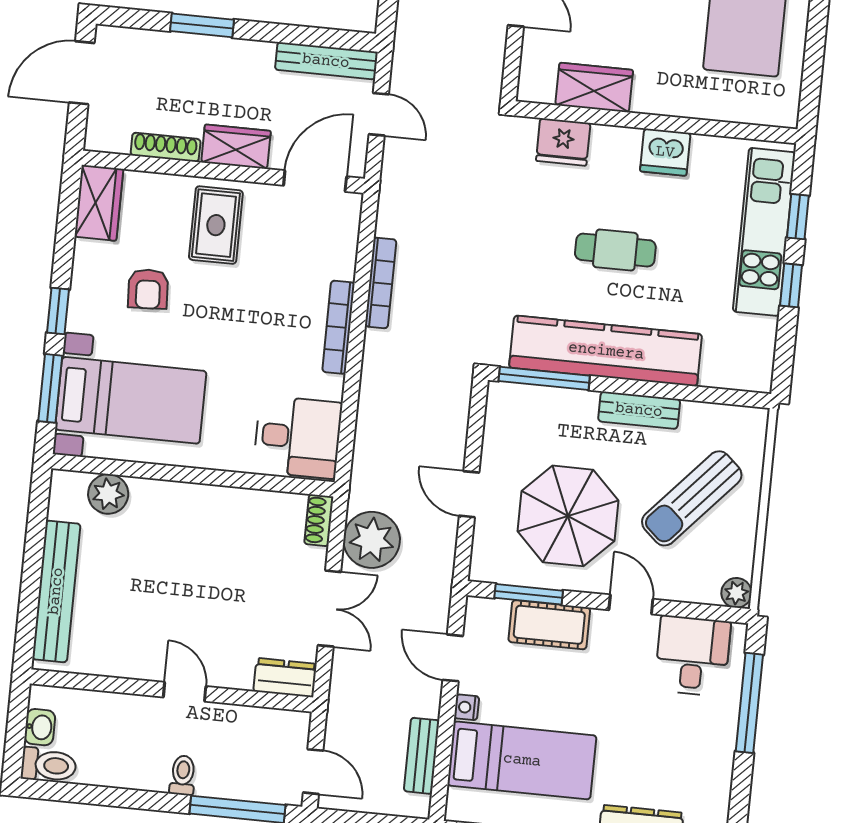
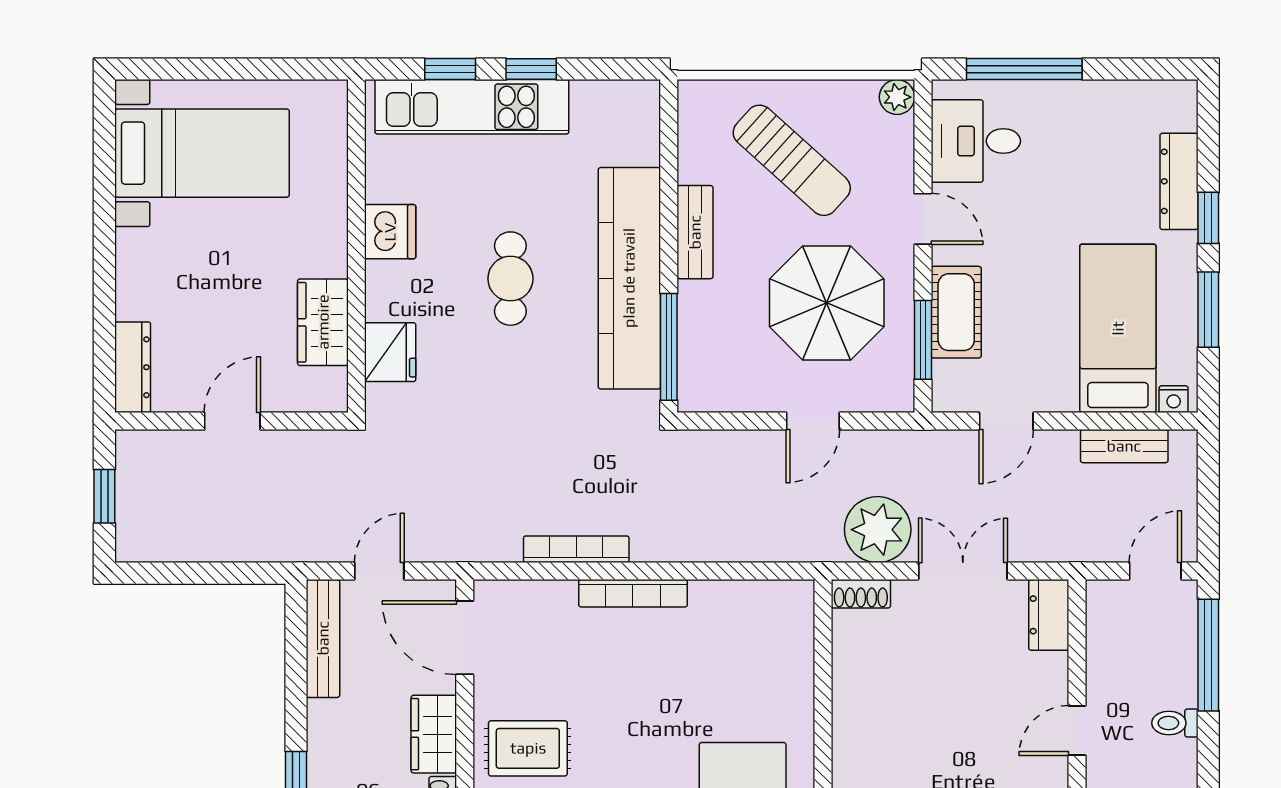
desk: (298, 437) -> (766, 628), removed
door: (631, 604) -> (923, 219), swing flipped
nightstand: (467, 707) -> (1174, 399), moved

